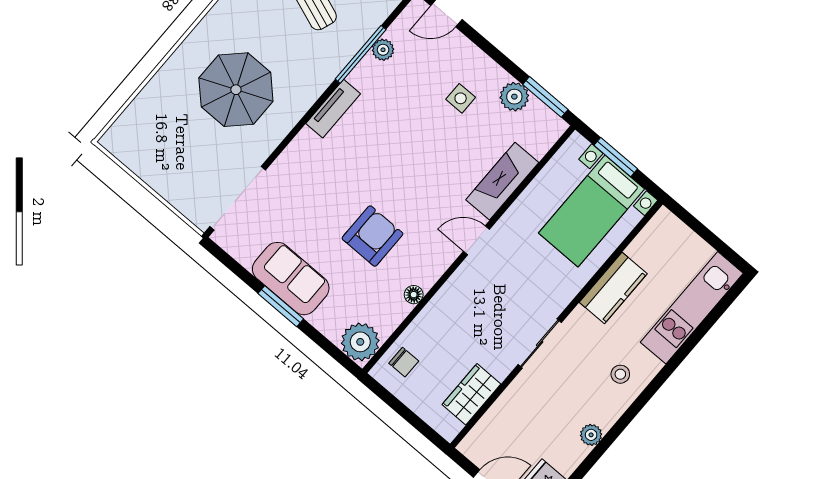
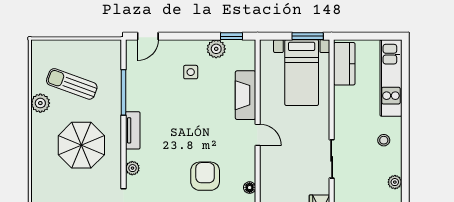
plant: (383, 50) -> (132, 168), moved
parasol: (236, 90) -> (81, 145), moved
window: (545, 97) -> (231, 36), width x0.67
window: (616, 157) -> (308, 36), moved
door: (476, 240) -> (258, 135), swing flipped
kitchen counter: (613, 288) -> (344, 64), moved

